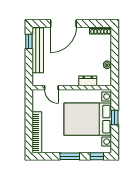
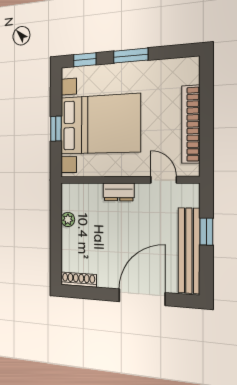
window: (29, 41) -> (206, 232), moved
dresser: (88, 81) -> (119, 192), moved
bookcase: (37, 132) -> (191, 124), moved

